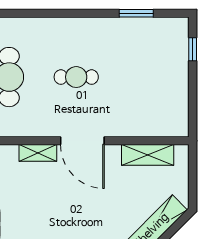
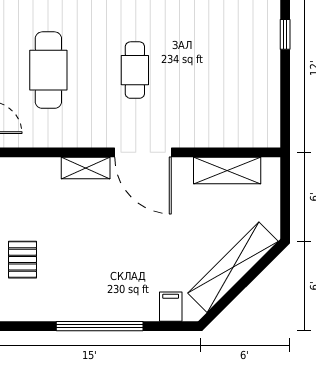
cafe table: (76, 77) -> (135, 70), turned 90

